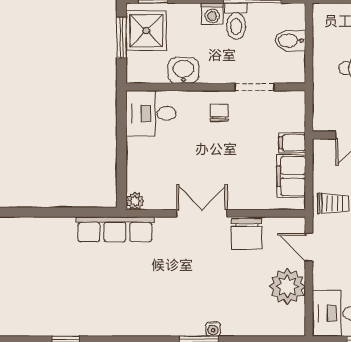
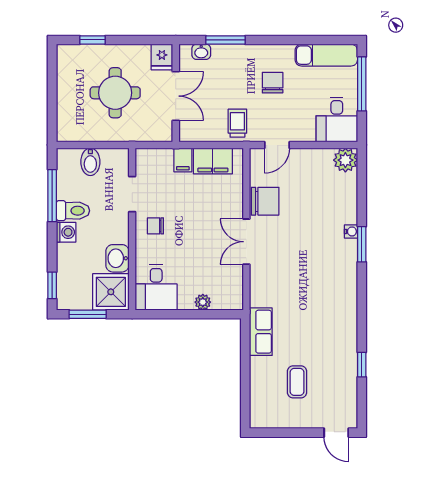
shower: (146, 31) -> (111, 292), moved
plant: (135, 201) -> (203, 302), moved
row of seats: (115, 229) -> (261, 332), width x0.68
coffee table: (47, 269) -> (297, 382), added
plant: (287, 286) -> (345, 160), moved, width x0.73, depth x0.73

